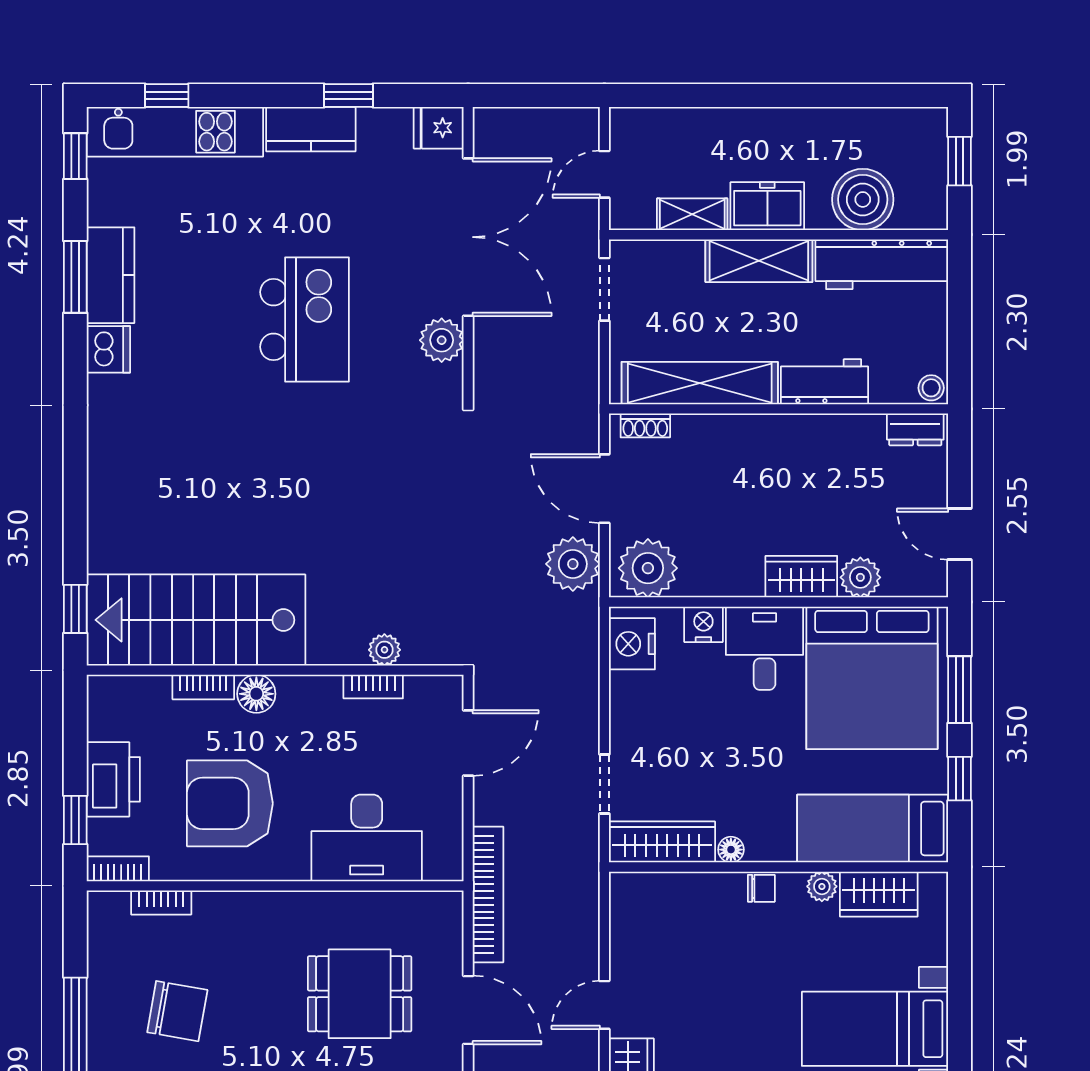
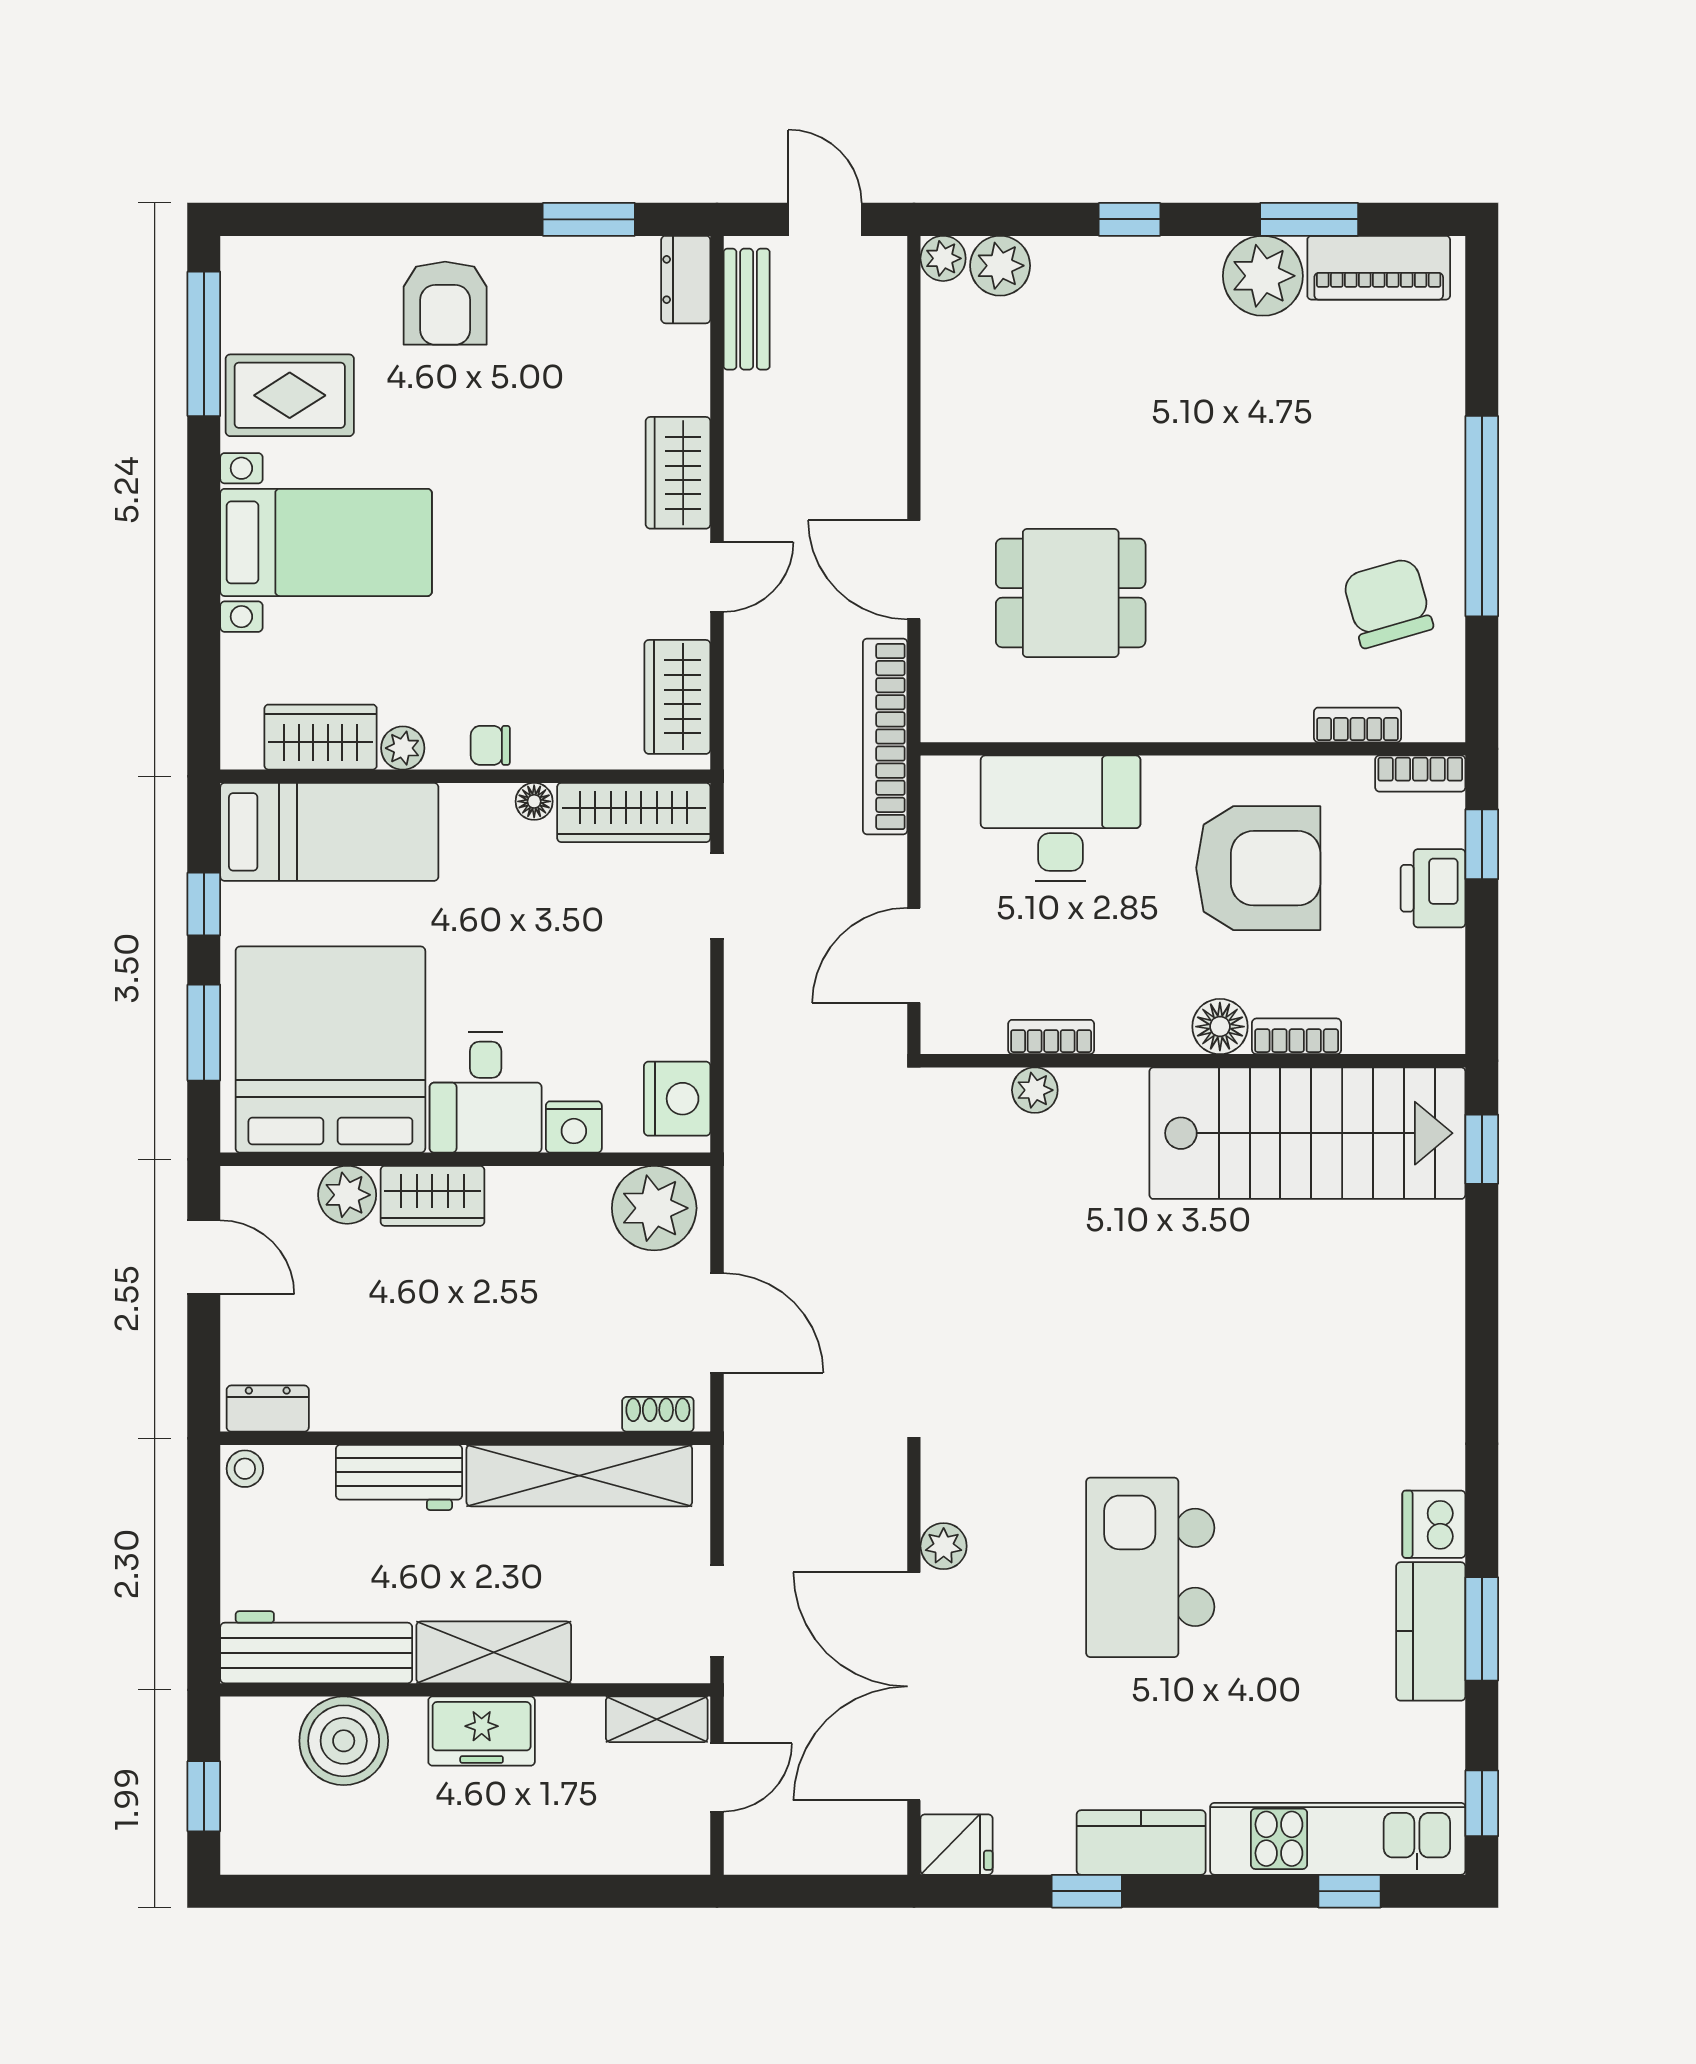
shelving: (692, 214) -> (657, 1719), moved
plant: (442, 340) -> (944, 1546), width x0.73, depth x0.73
plant: (573, 564) -> (763, 1214), removed
printer: (113, 779) -> (1433, 888), width x0.73, depth x0.84
wardrobe: (632, 922) -> (677, 697), added
chair: (177, 1011) -> (1388, 603), moved, turned 64

